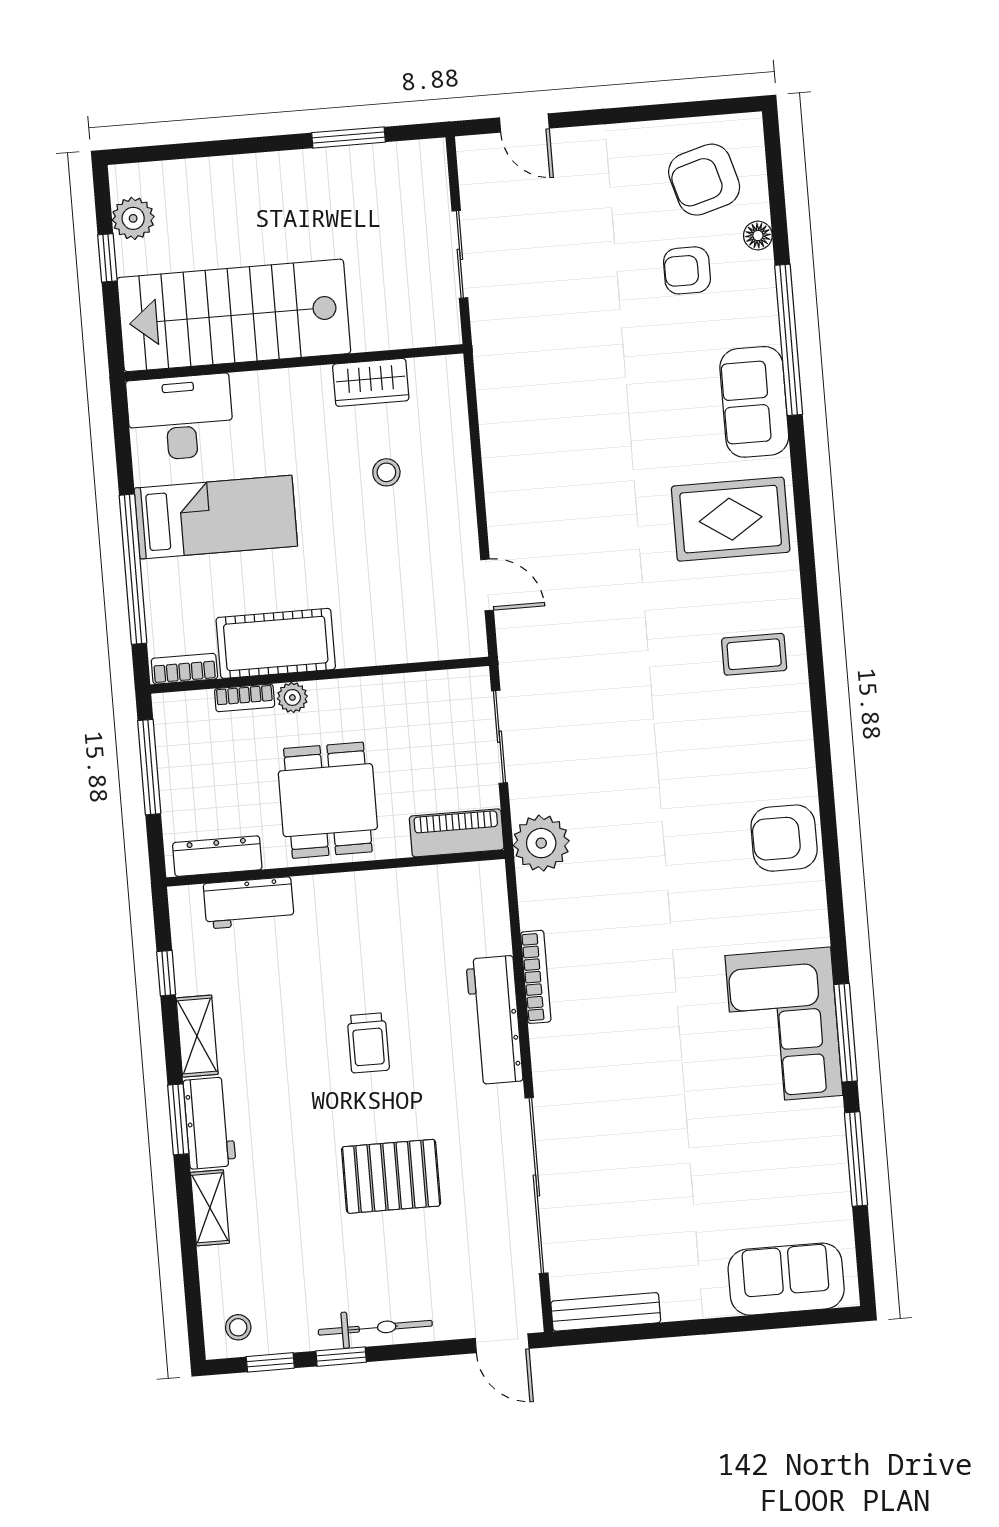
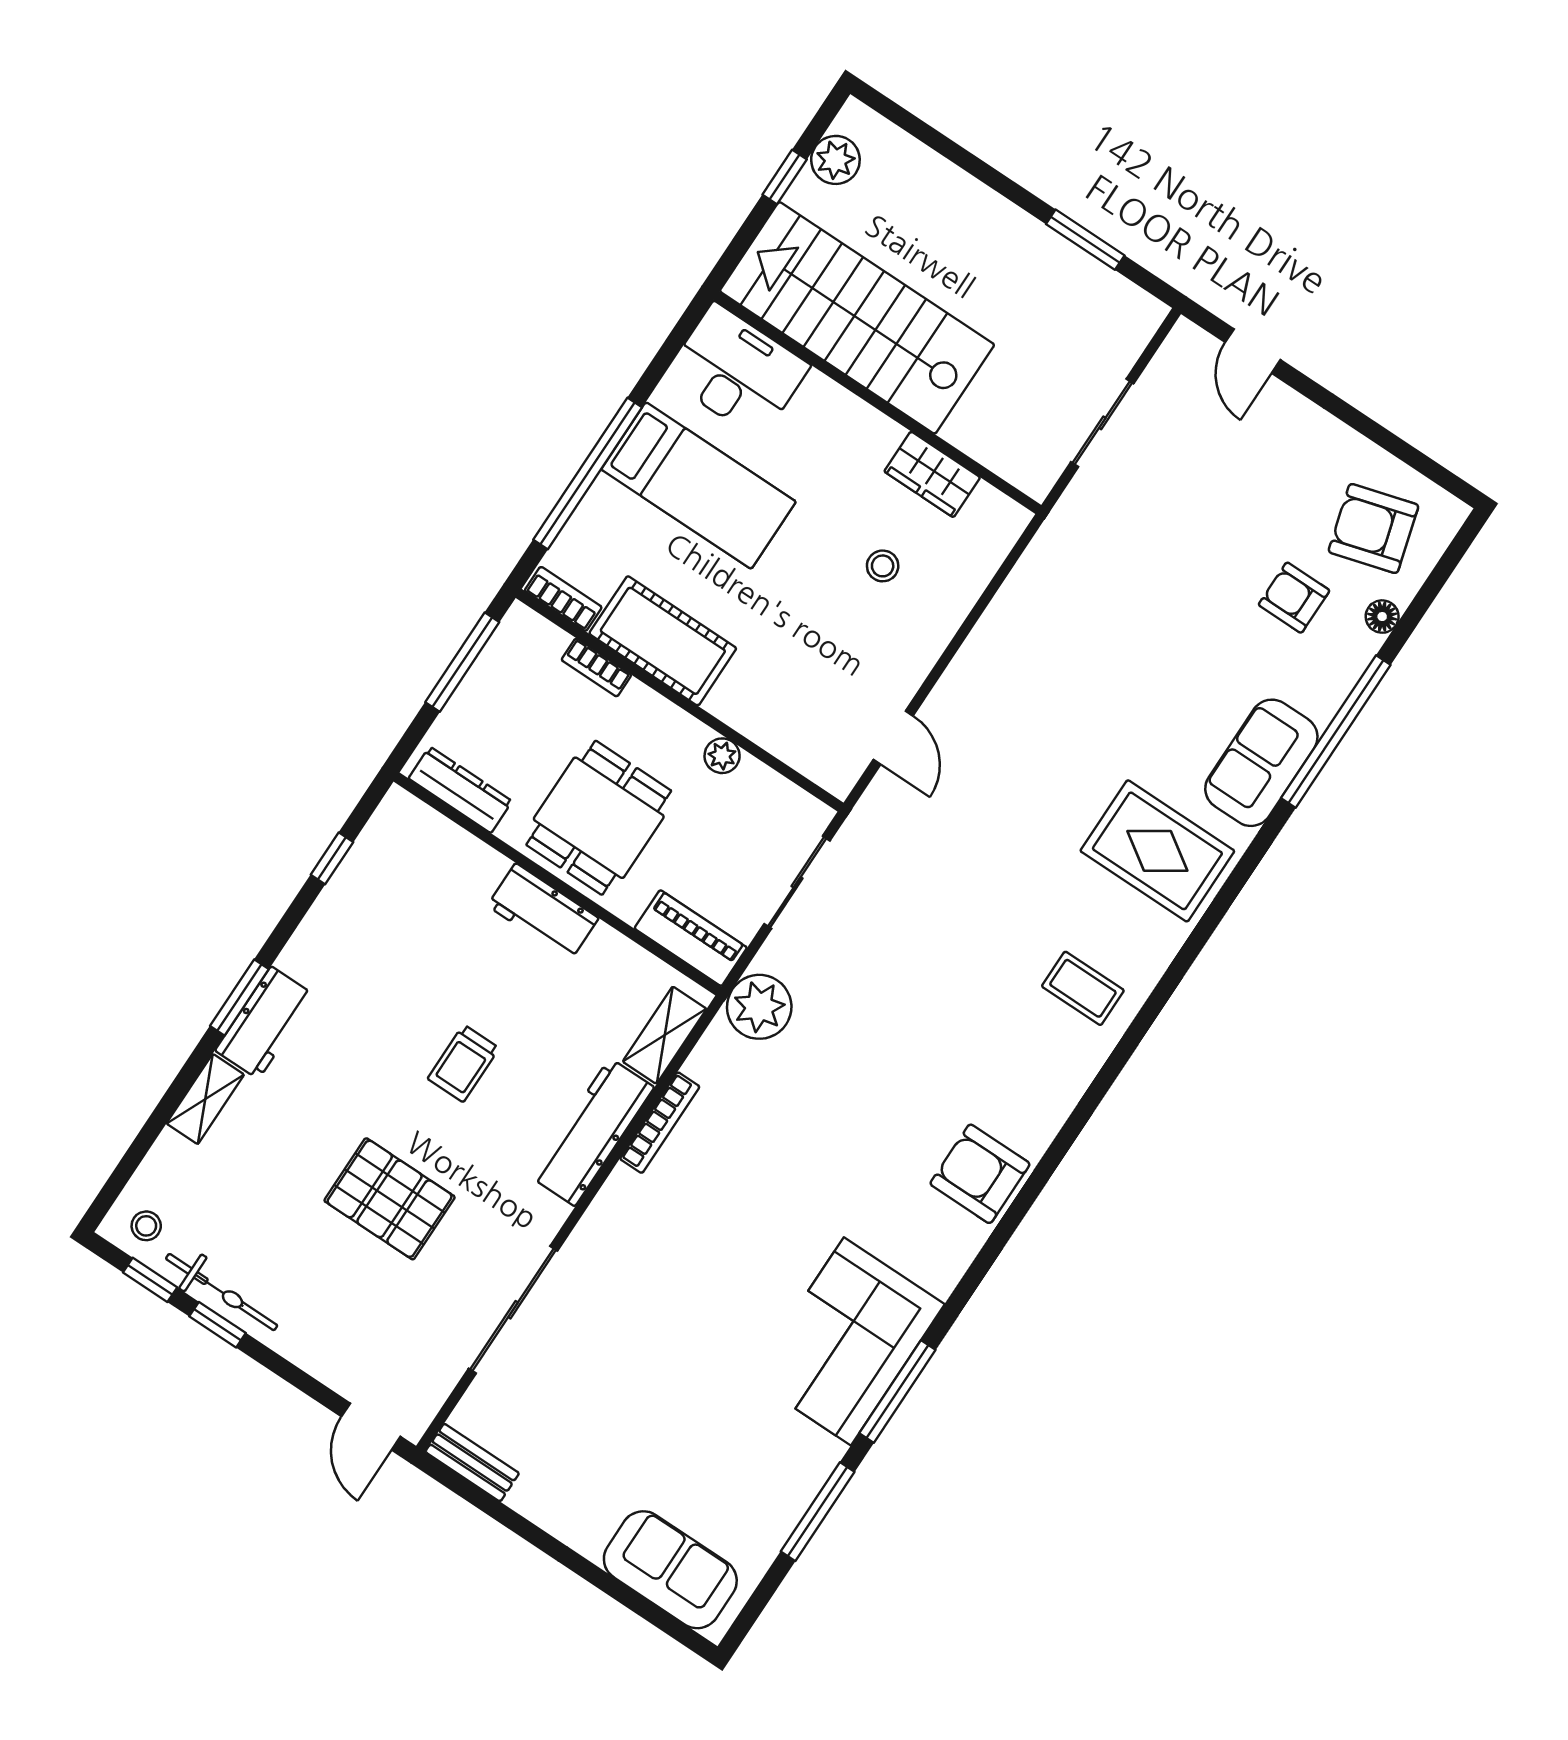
plant: (292, 697) -> (722, 756), moved
workbench: (249, 903) -> (543, 912), moved
shelving: (197, 1036) -> (665, 1035), moved
sliding door: (536, 1185) -> (513, 1310), width x0.73
bench: (606, 1312) -> (472, 1463), width x0.73
bicycle: (375, 1328) -> (222, 1292), moved

